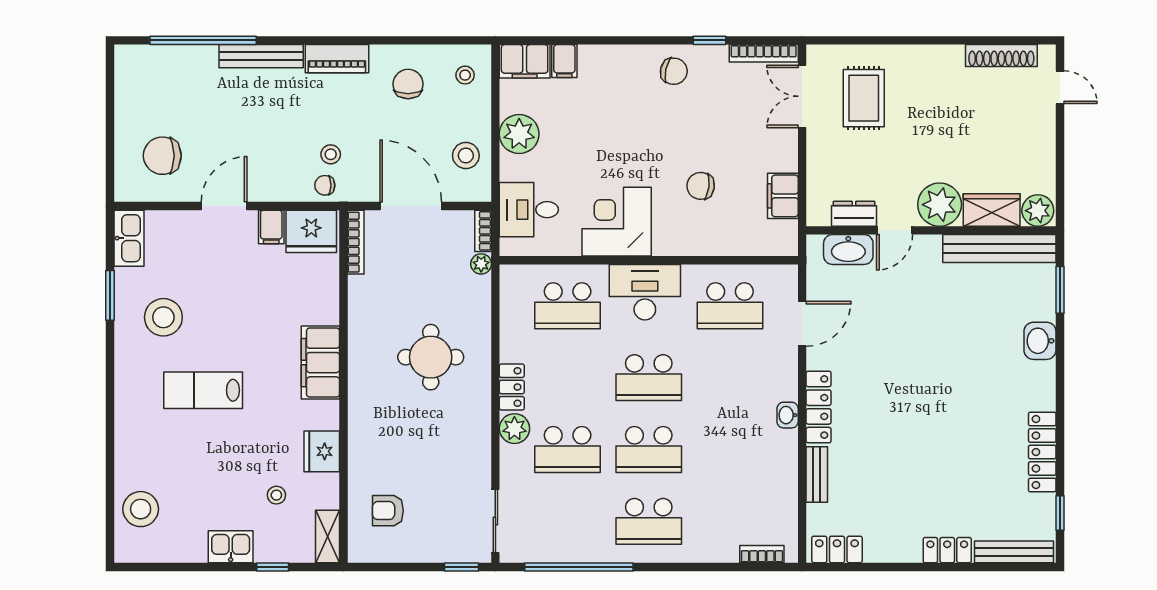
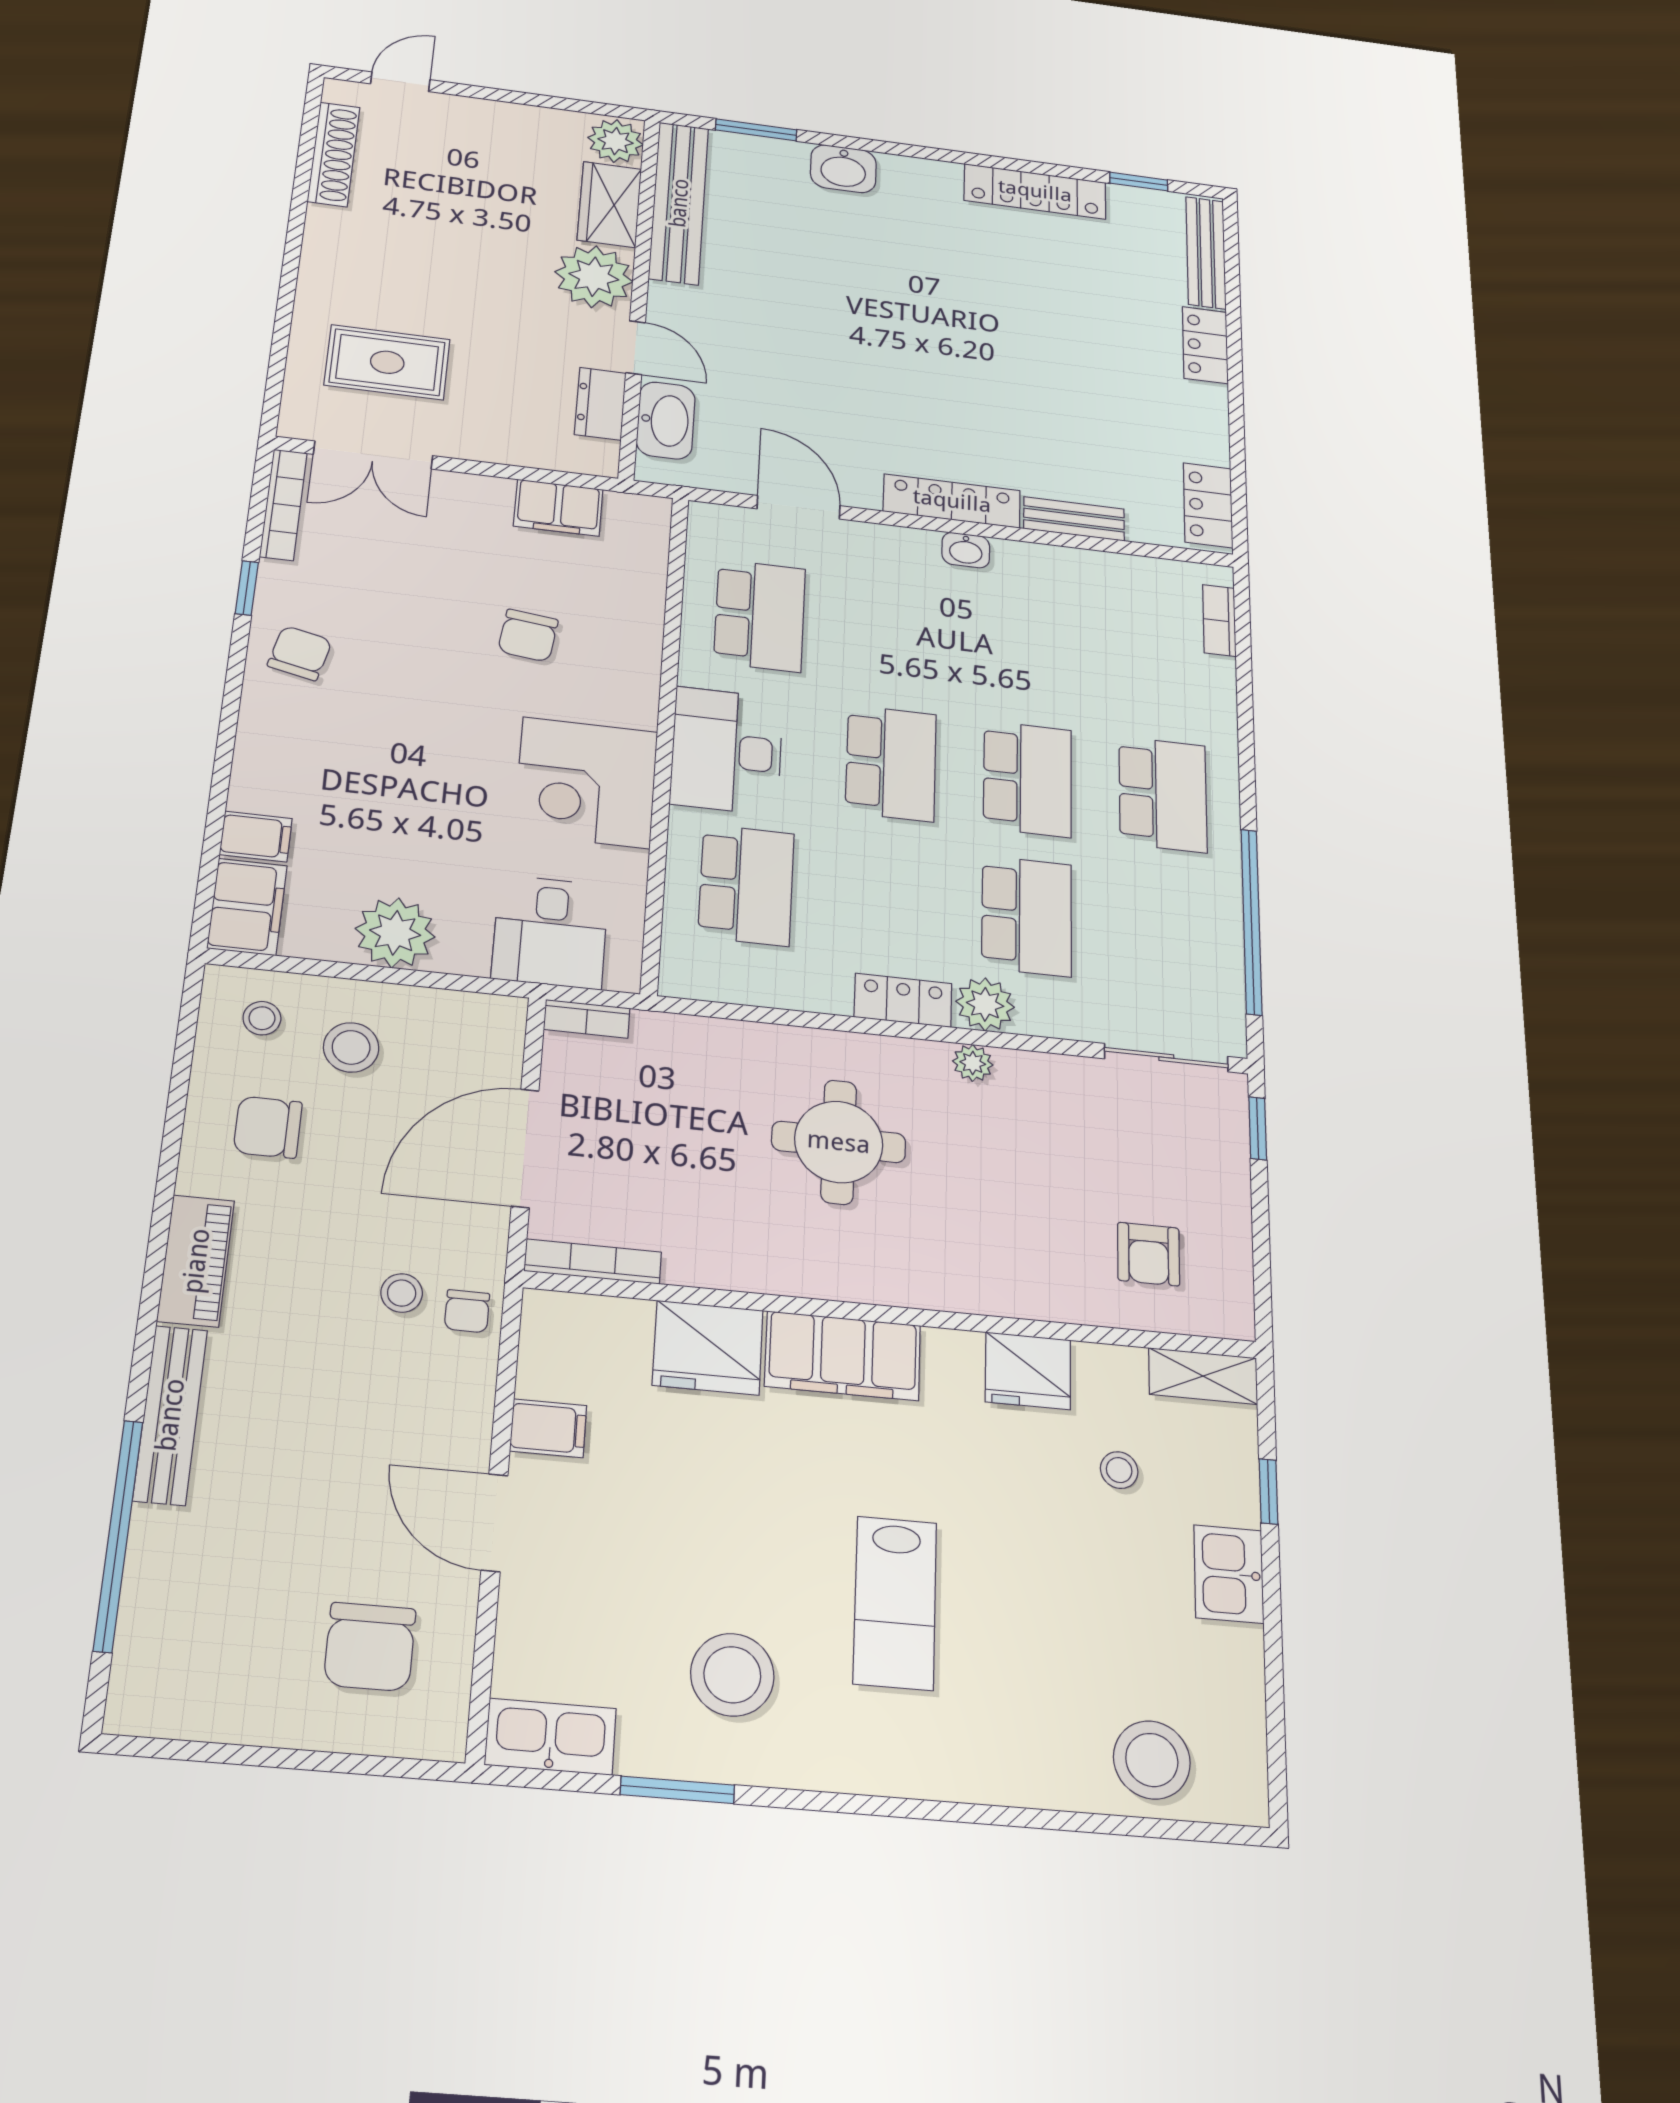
stool: (466, 155) -> (351, 1047), moved
fridge: (311, 231) -> (708, 1348), moved, turned 90
plant: (481, 264) -> (973, 1063), moved

